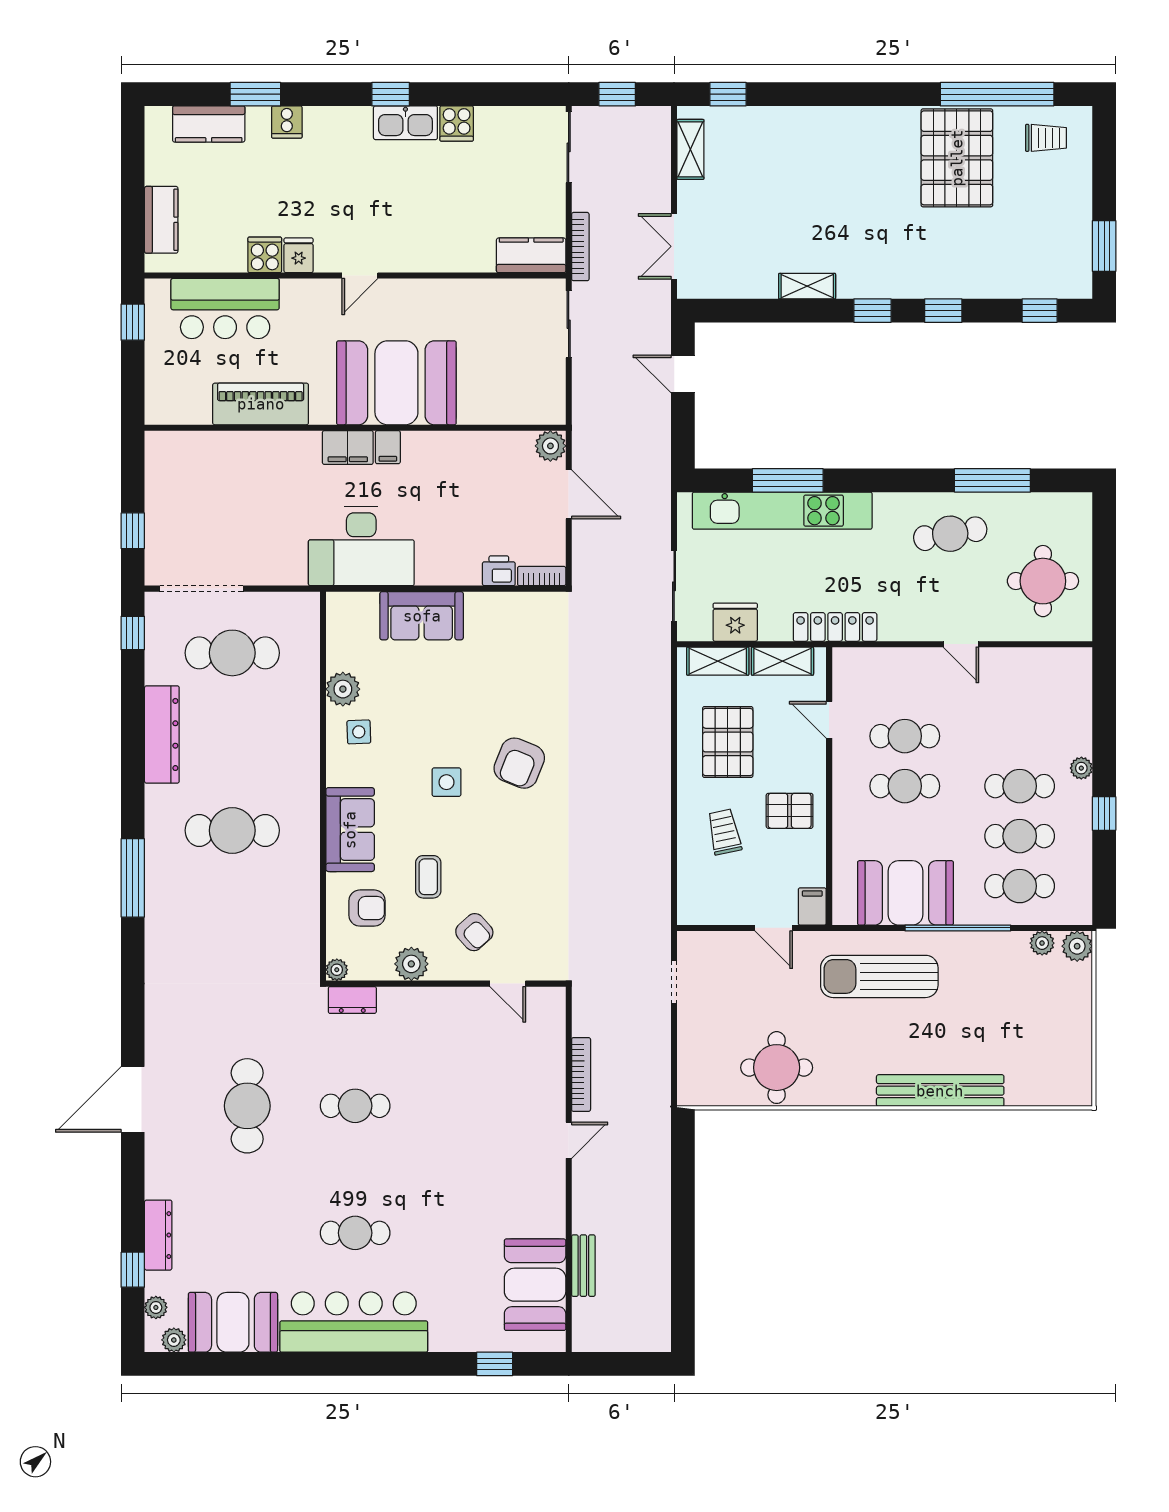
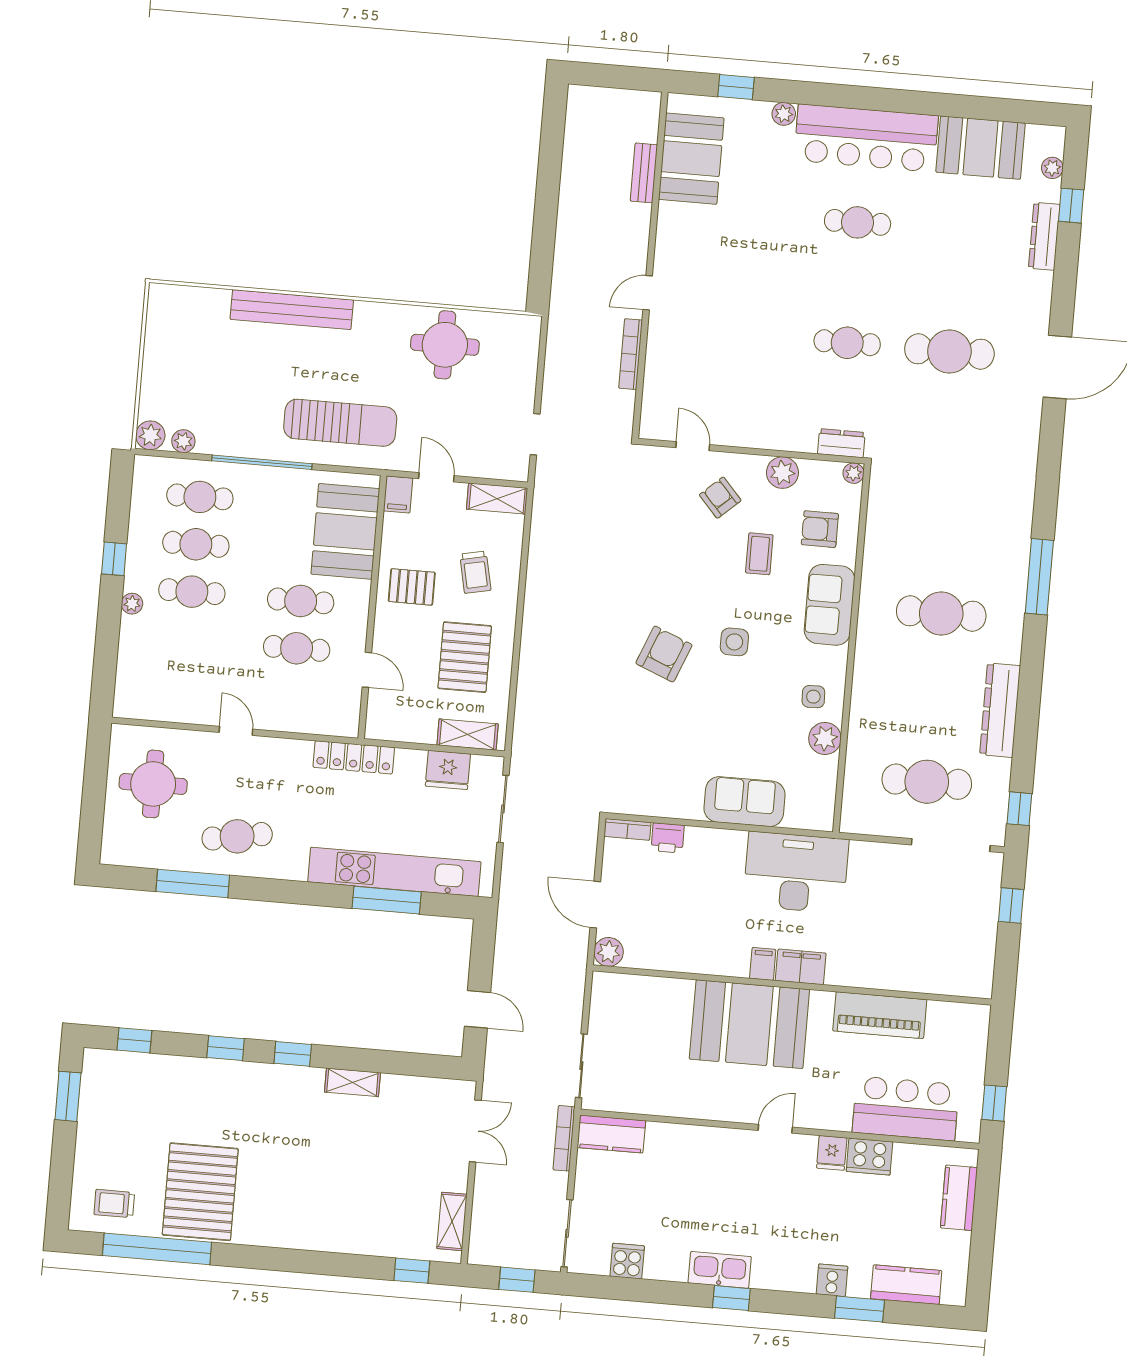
cooker: (457, 124) -> (627, 1261), moved
cooker: (265, 255) -> (869, 1157), width x1.36
shelving: (782, 661) -> (497, 499), moved
booth: (905, 893) -> (345, 531), moved, turned 90
cafe table: (247, 1106) -> (949, 351), turned 90
plant: (174, 1340) -> (784, 114), moved

